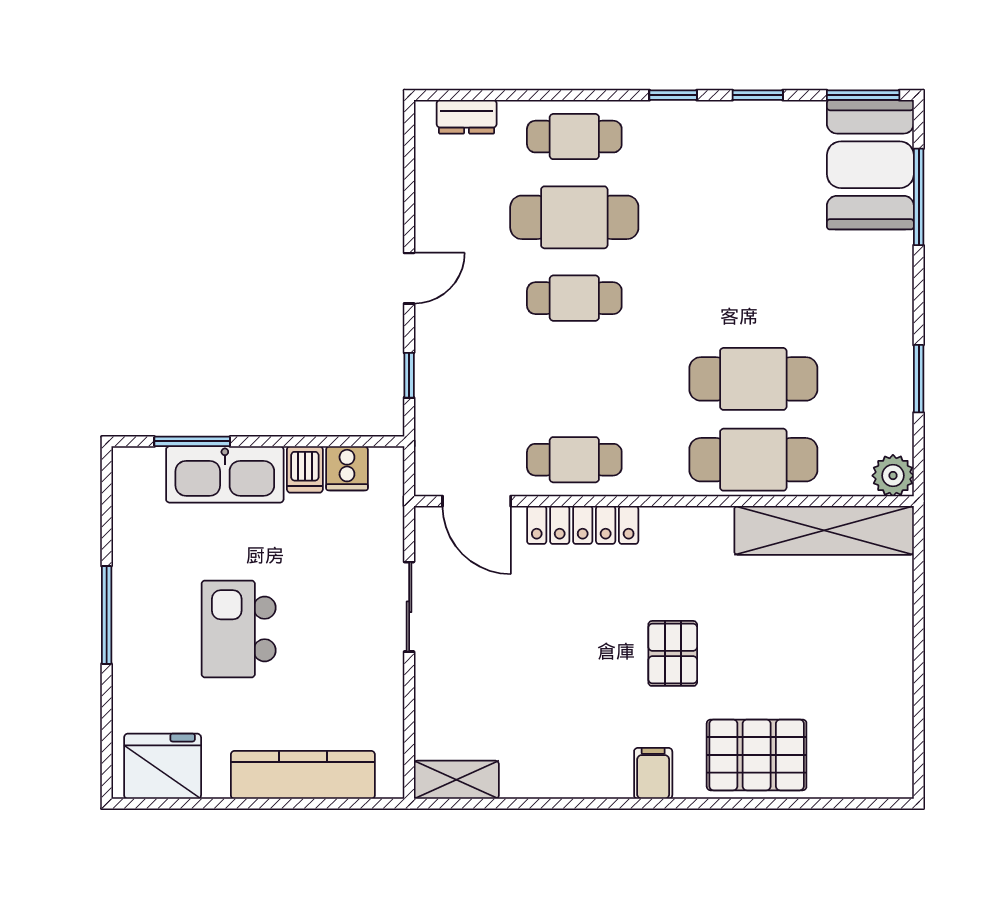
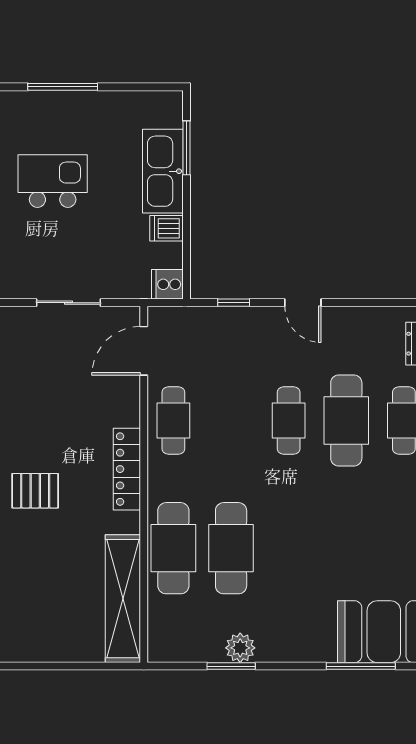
cooker: (347, 468) -> (167, 284), moved
plant: (893, 476) -> (240, 648), moved
locker: (583, 525) -> (127, 469), moved

